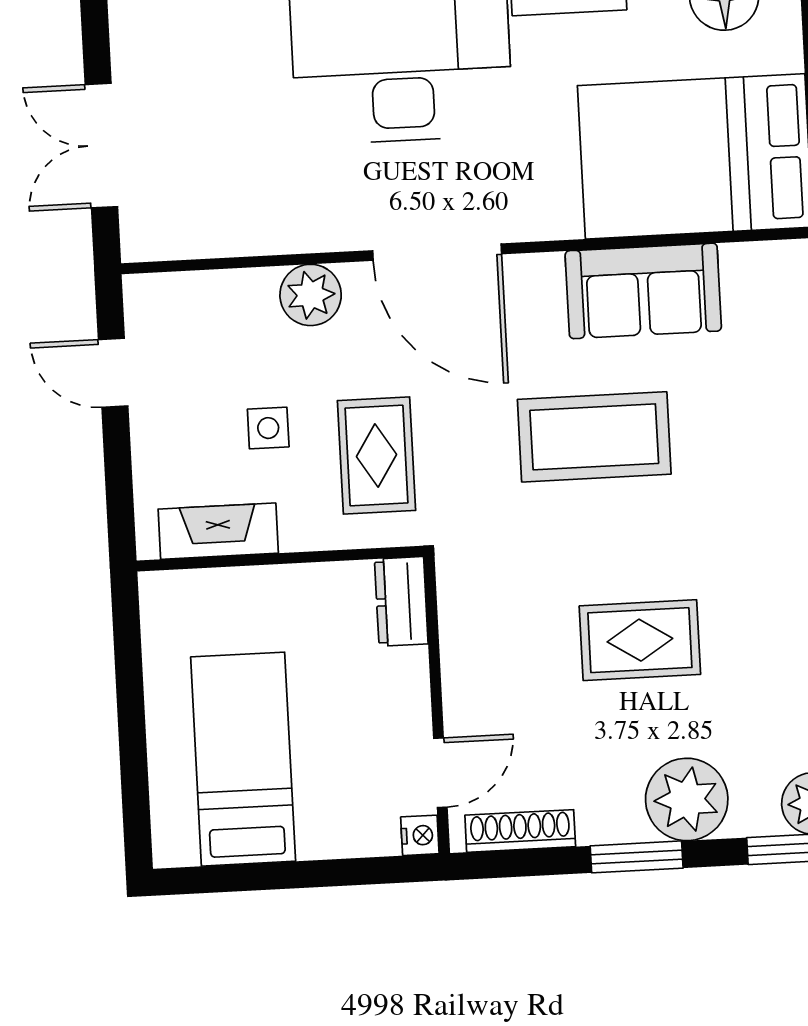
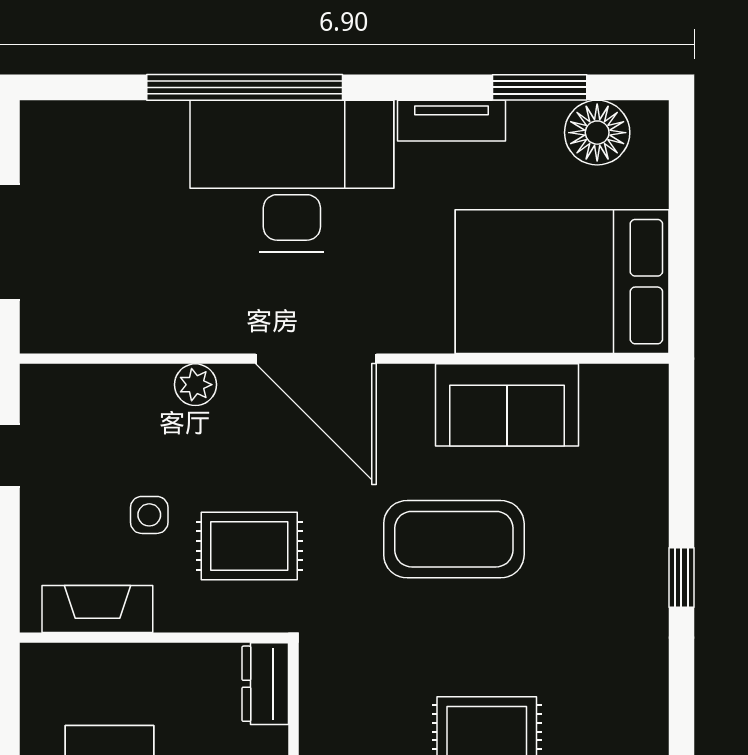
plant: (311, 295) -> (195, 385), width x0.73, depth x0.73
rug: (376, 456) -> (249, 546), turned 90

